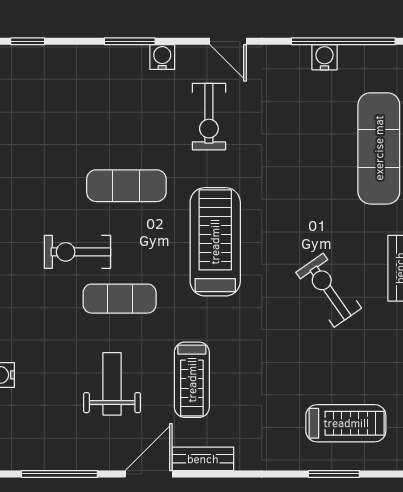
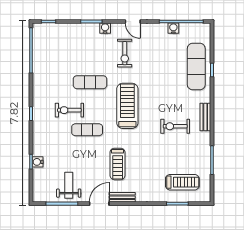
exercise bike: (329, 290) -> (175, 126), turned -55
weight bench: (112, 384) -> (69, 185), moved

